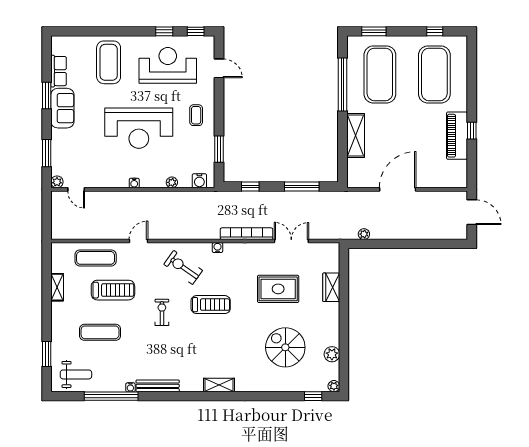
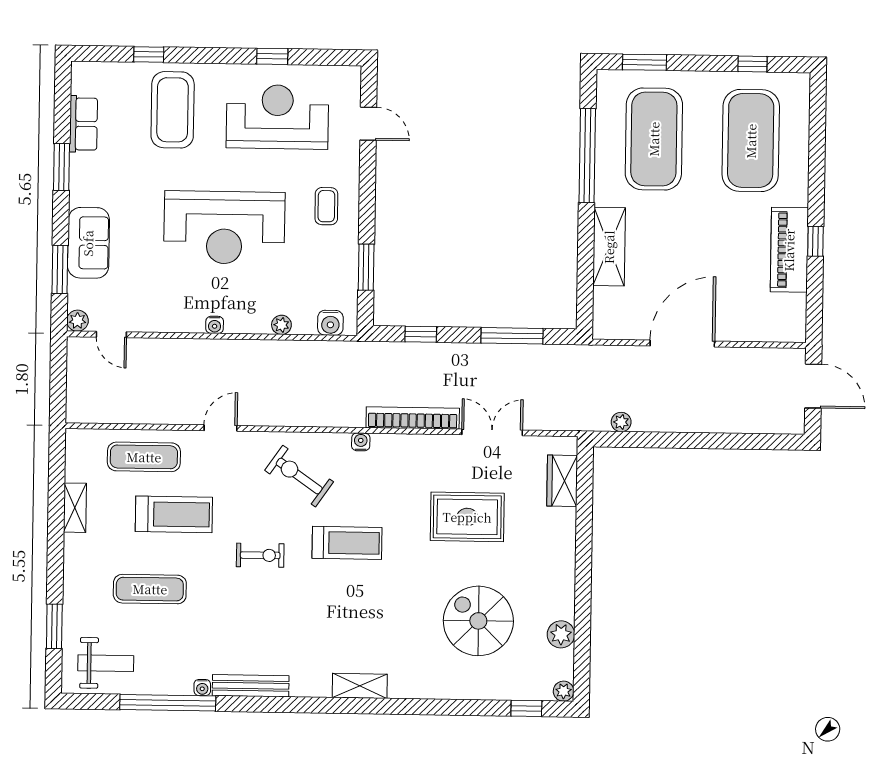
window: (196, 31) -> (149, 54), moved
sofa: (62, 108) -> (88, 243), moved
wardrobe: (331, 287) -> (562, 481), moved
exercise bike: (162, 312) -> (260, 555), turned 90

